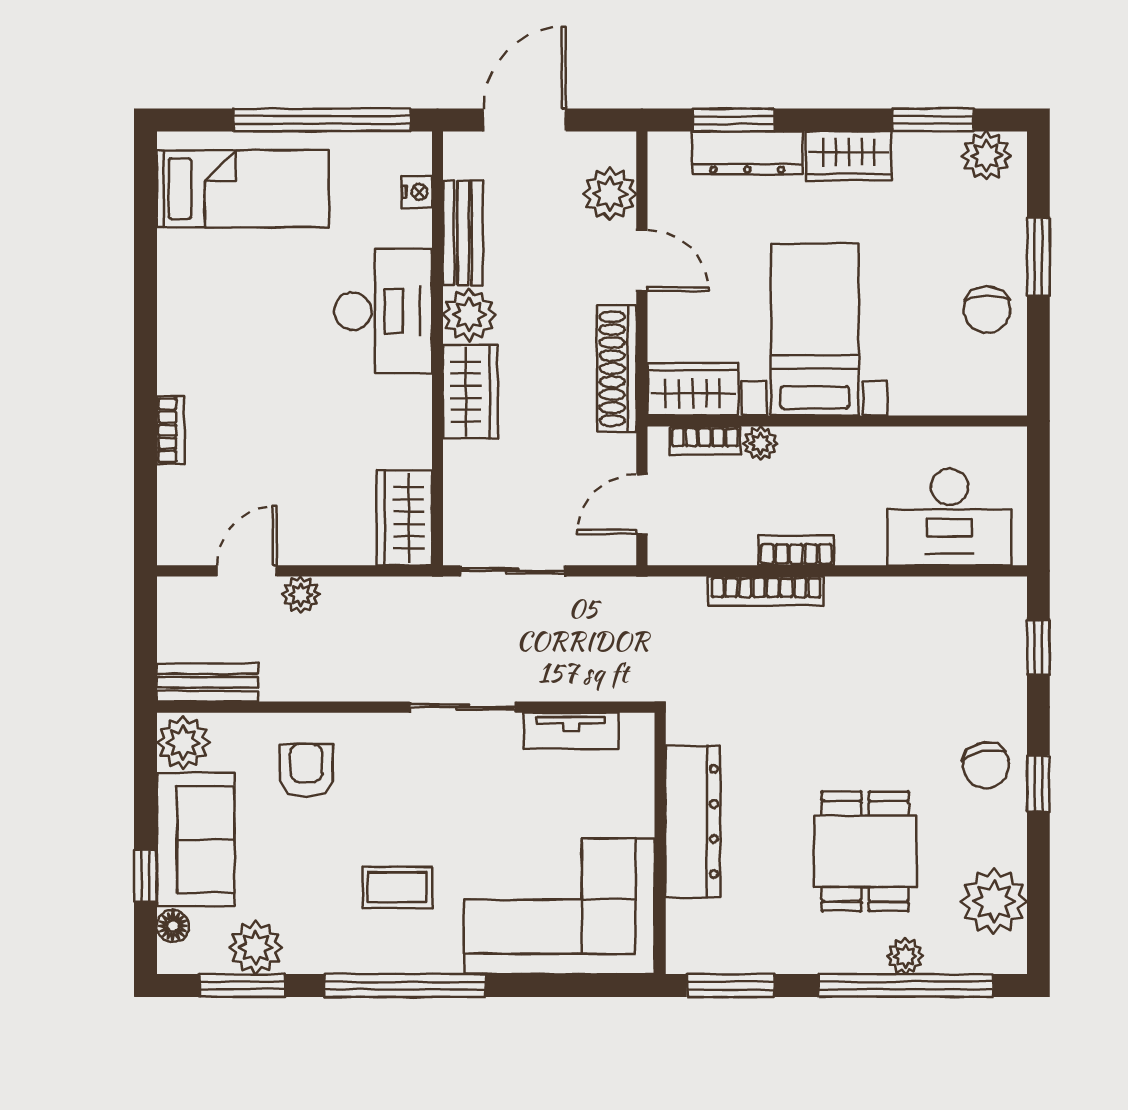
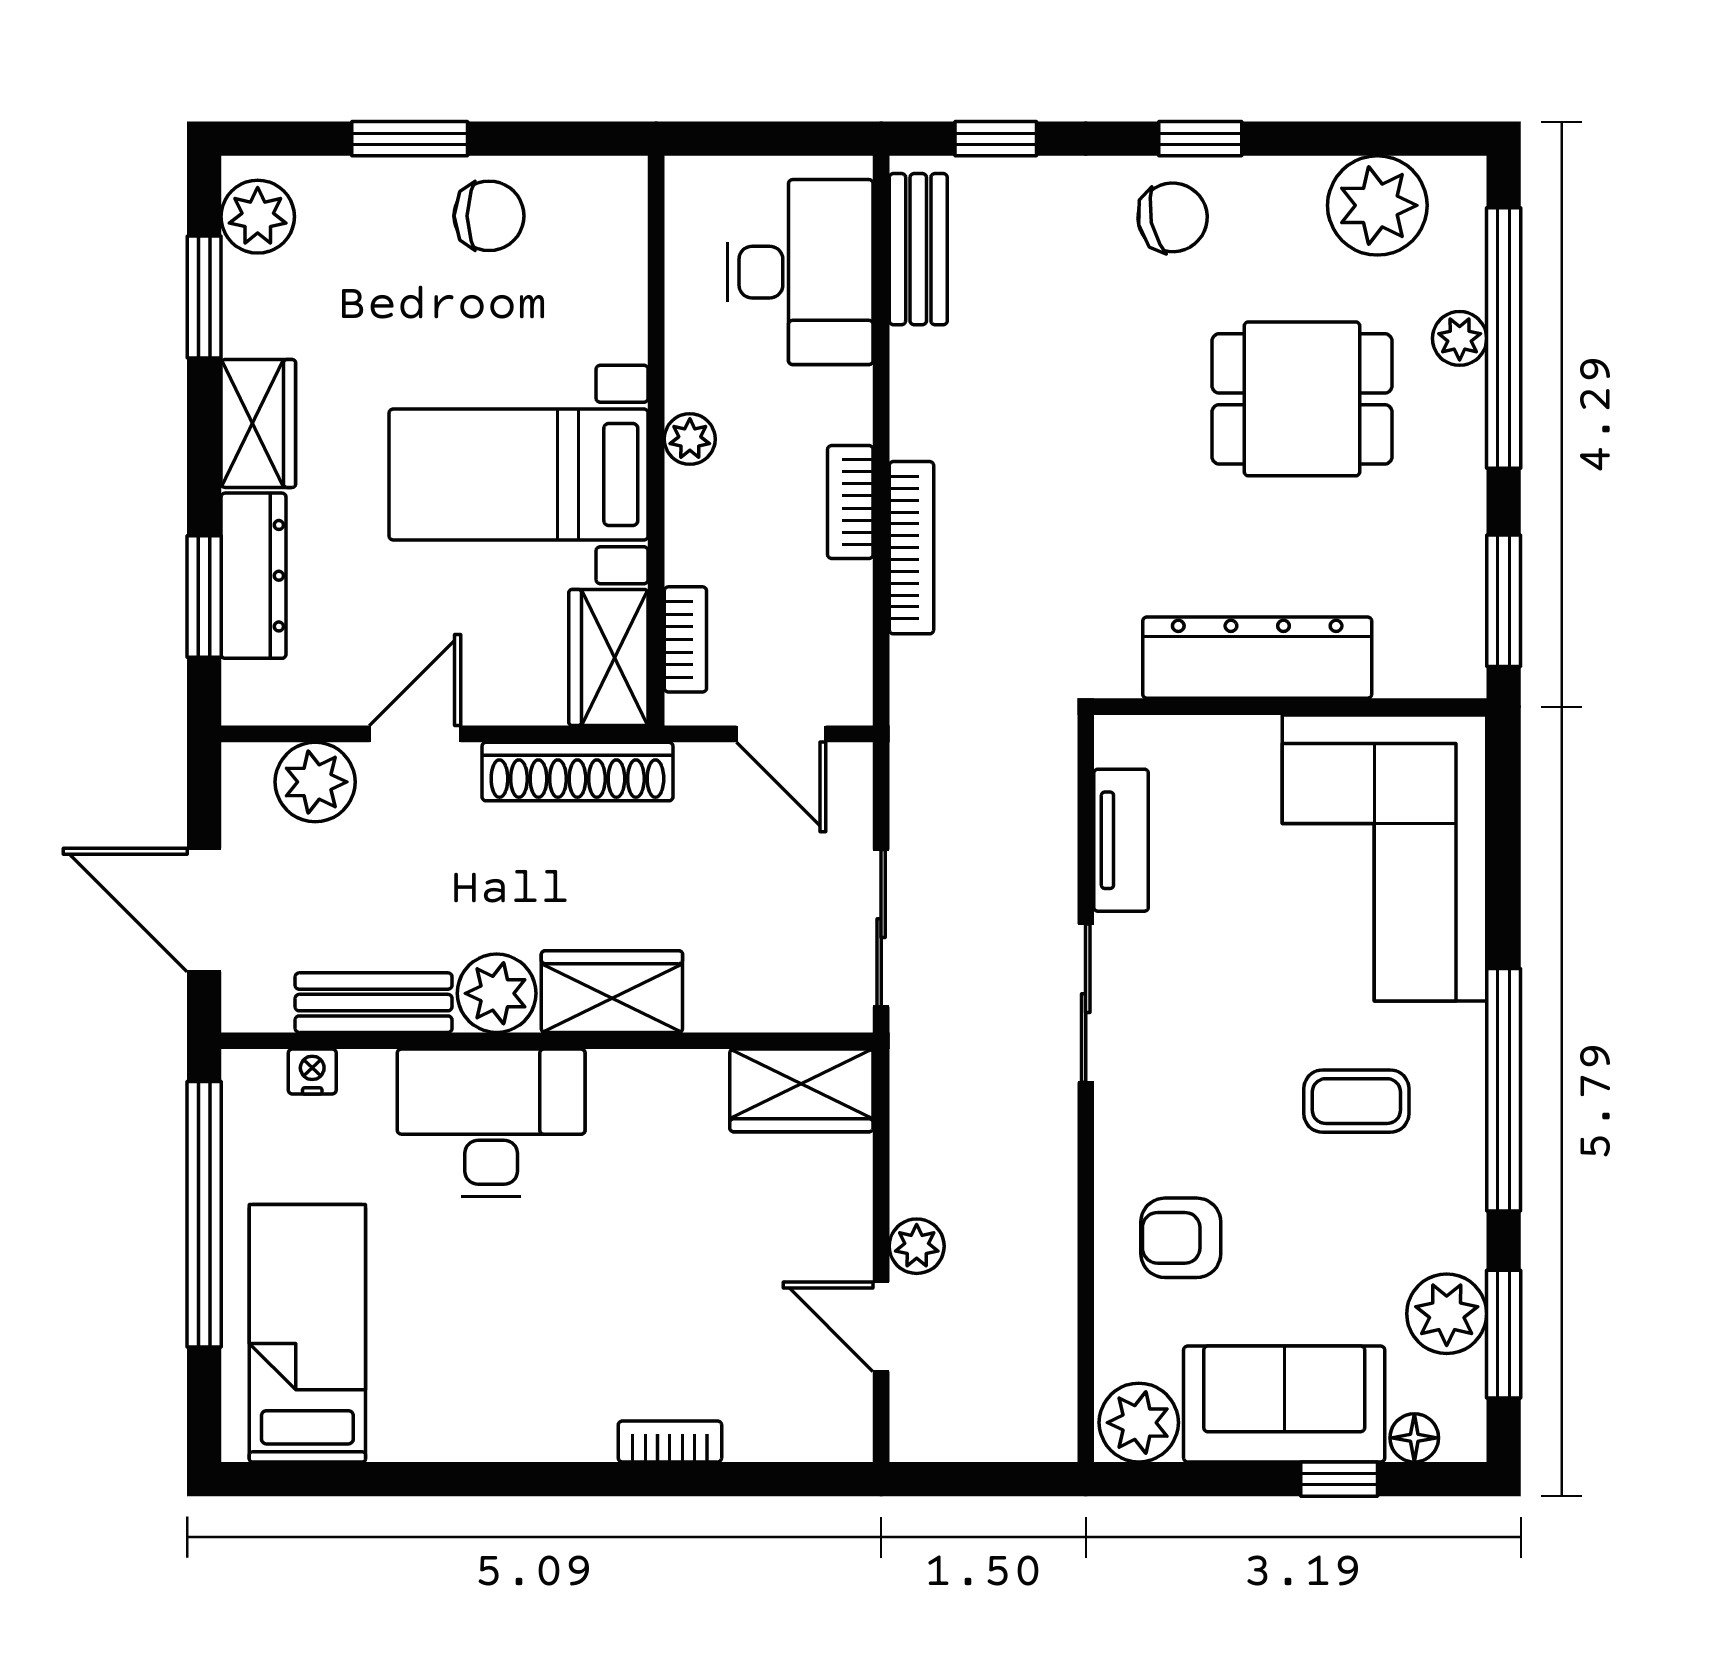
plant: (760, 443) -> (690, 439), moved
bench: (207, 682) -> (918, 249), moved
coffee table: (397, 887) -> (1356, 1101), turned 90

